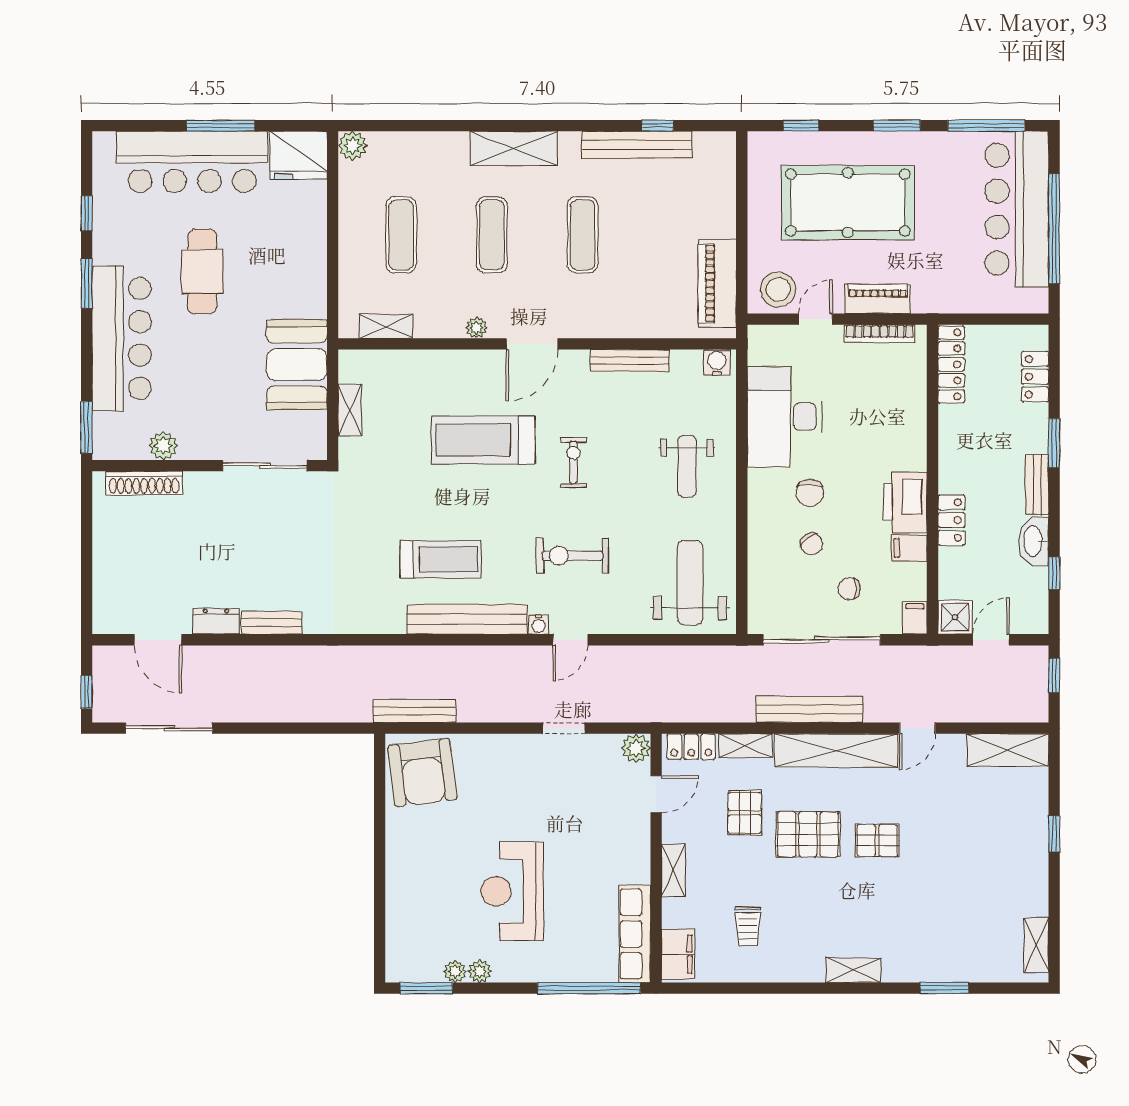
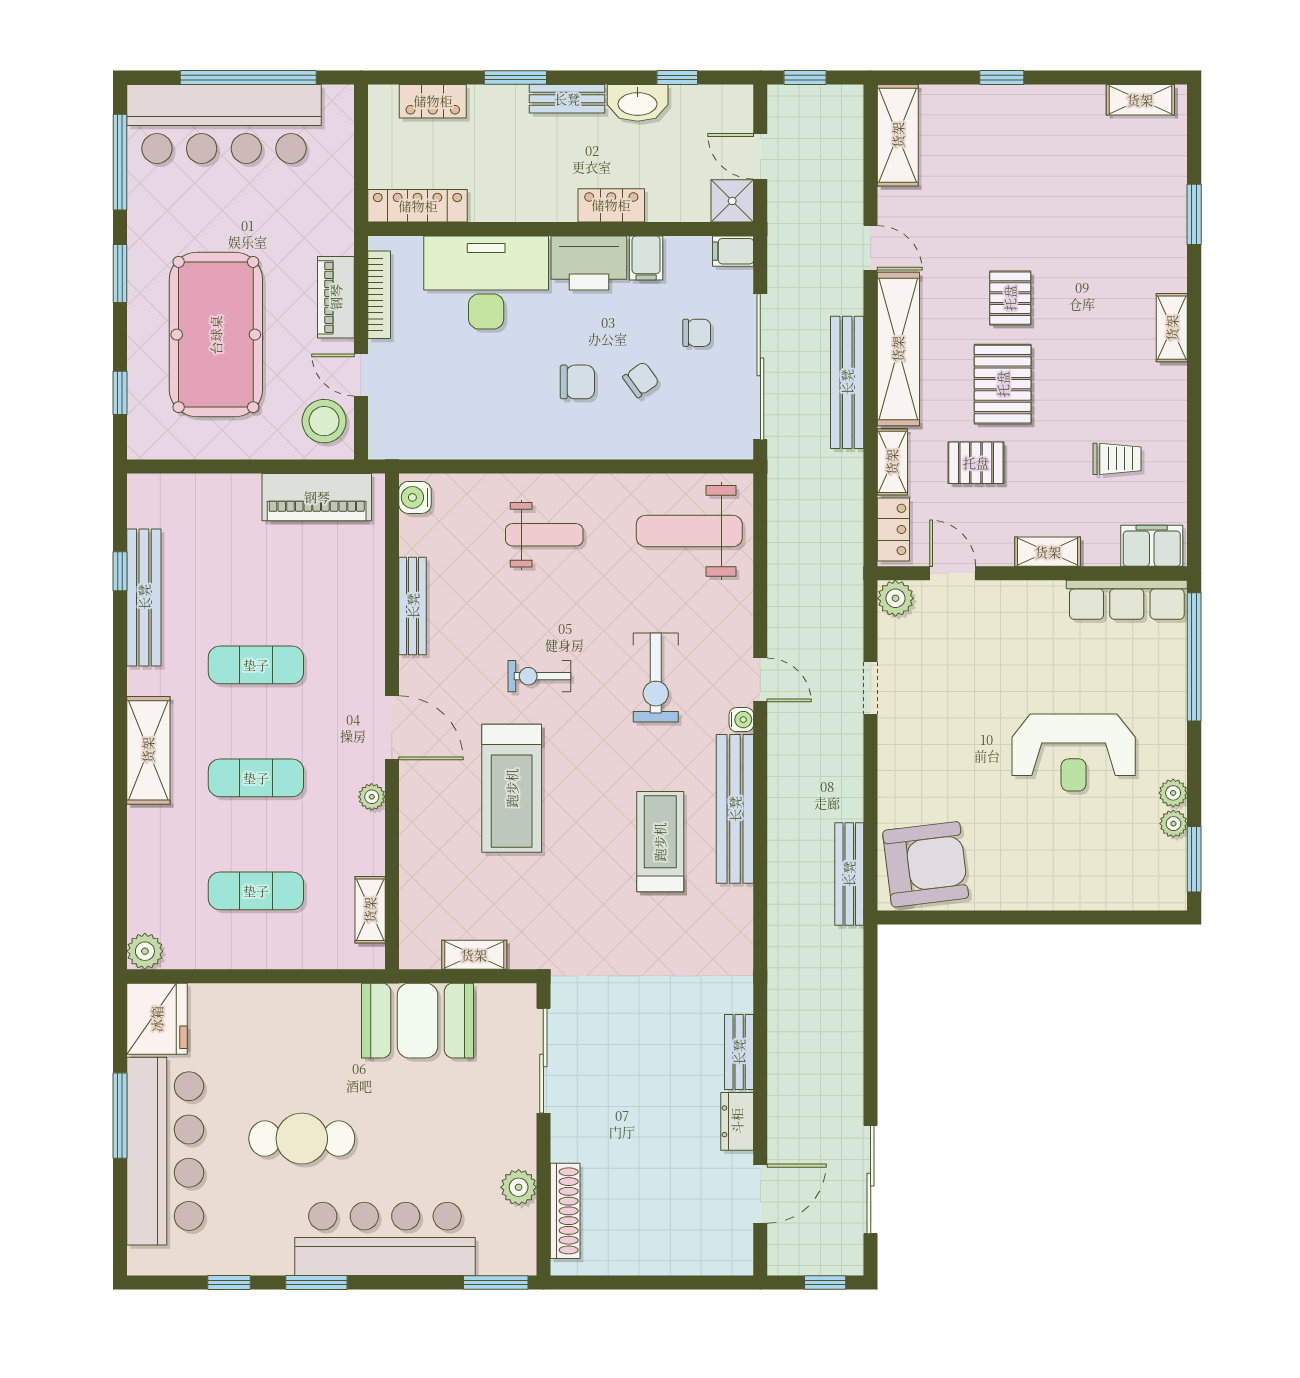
desk: (785, 417) -> (486, 283), moved, turned 180
chair: (849, 589) -> (697, 333), turned -90

